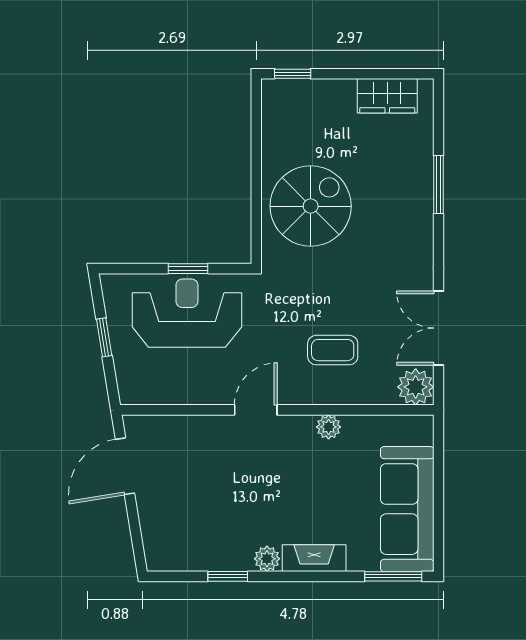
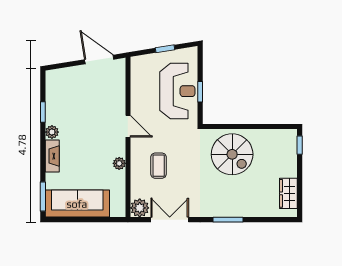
window: (438, 185) -> (228, 220), moved

